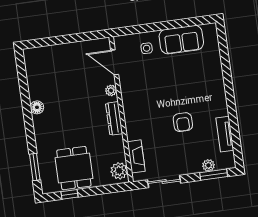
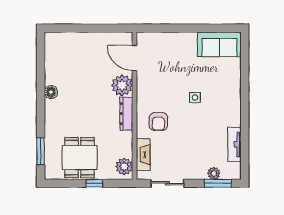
sofa: (181, 40) -> (219, 44), moved
side table: (147, 48) -> (195, 98), moved
plant: (111, 90) -> (122, 85), width x1.87, depth x1.87
armchair: (183, 122) -> (158, 121), moved
window: (70, 194) -> (94, 183), moved

